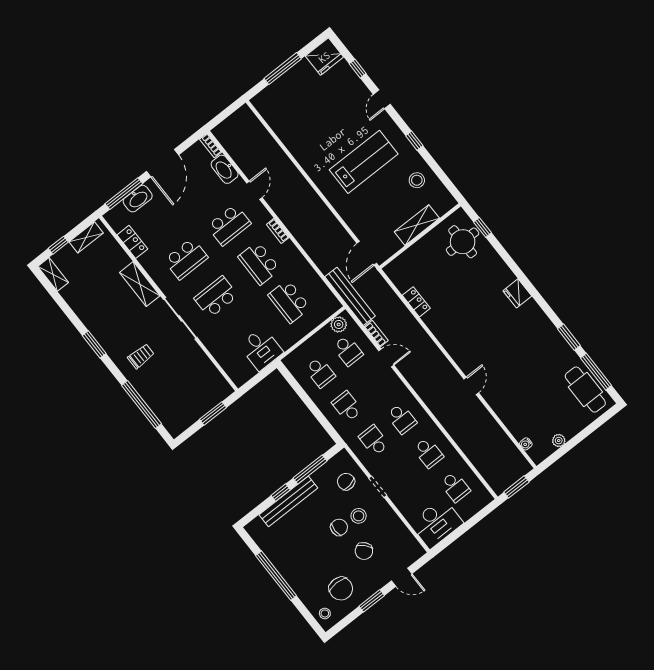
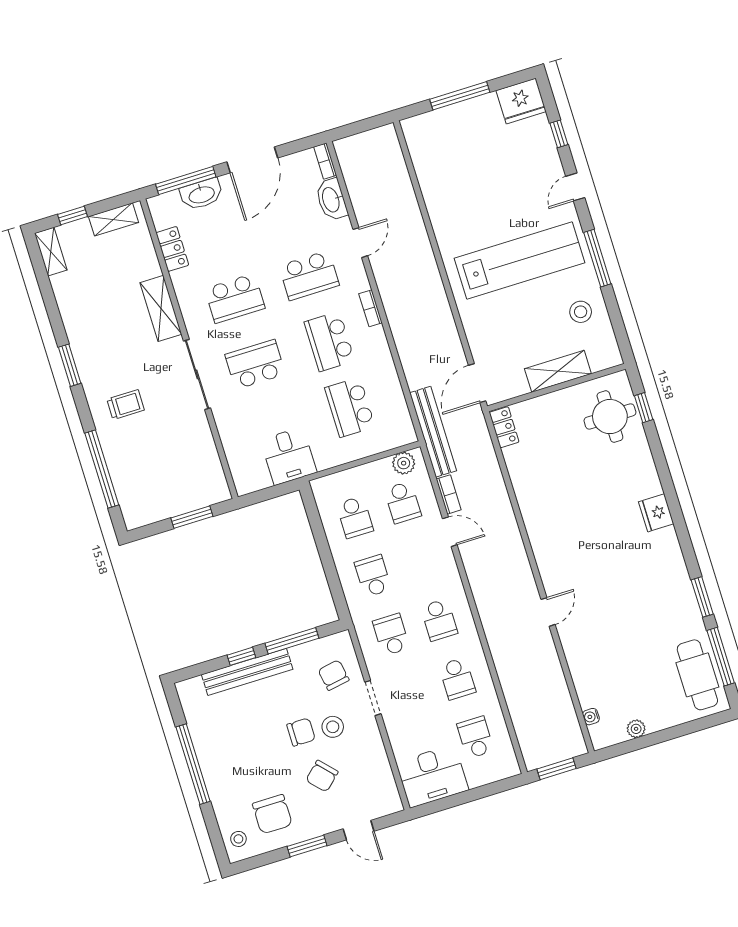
window: (414, 141) -> (597, 258), width x2.17
lab bench: (364, 162) -> (519, 260), width x1.36
locker: (416, 302) -> (504, 427), moved
school desk: (455, 487) -> (475, 737), turned 180

